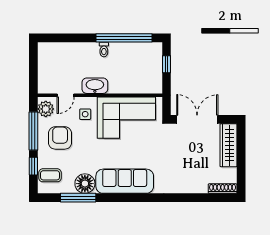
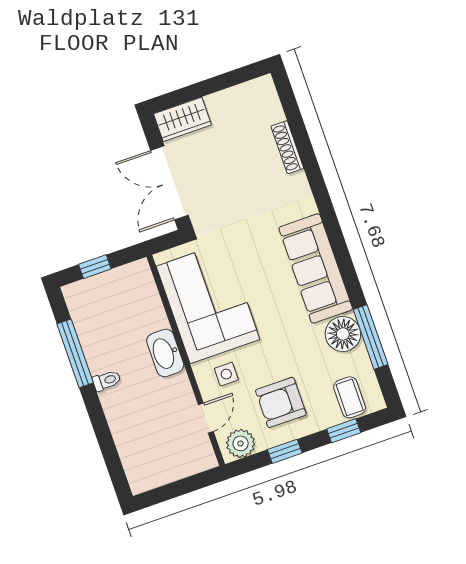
window: (124, 38) -> (75, 353), width x0.68
washbasin: (95, 86) -> (165, 353), moved
door: (66, 95) -> (206, 418), hinge flipped
window: (33, 131) -> (285, 451), width x0.46
wardrobe: (228, 145) -> (182, 119), width x0.67
shoe rack: (223, 189) -> (287, 147), moved

